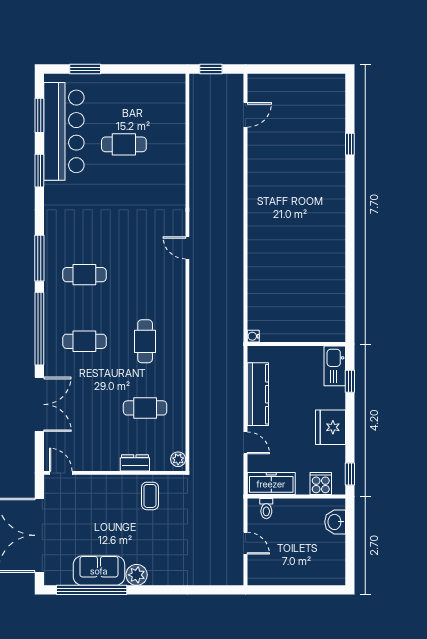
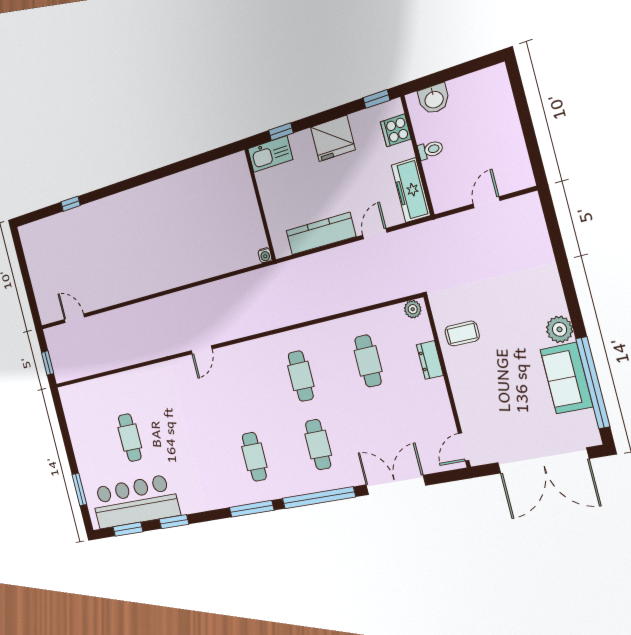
cafe table: (145, 341) -> (301, 376), turned 90
toilet: (266, 509) -> (430, 150), moved

